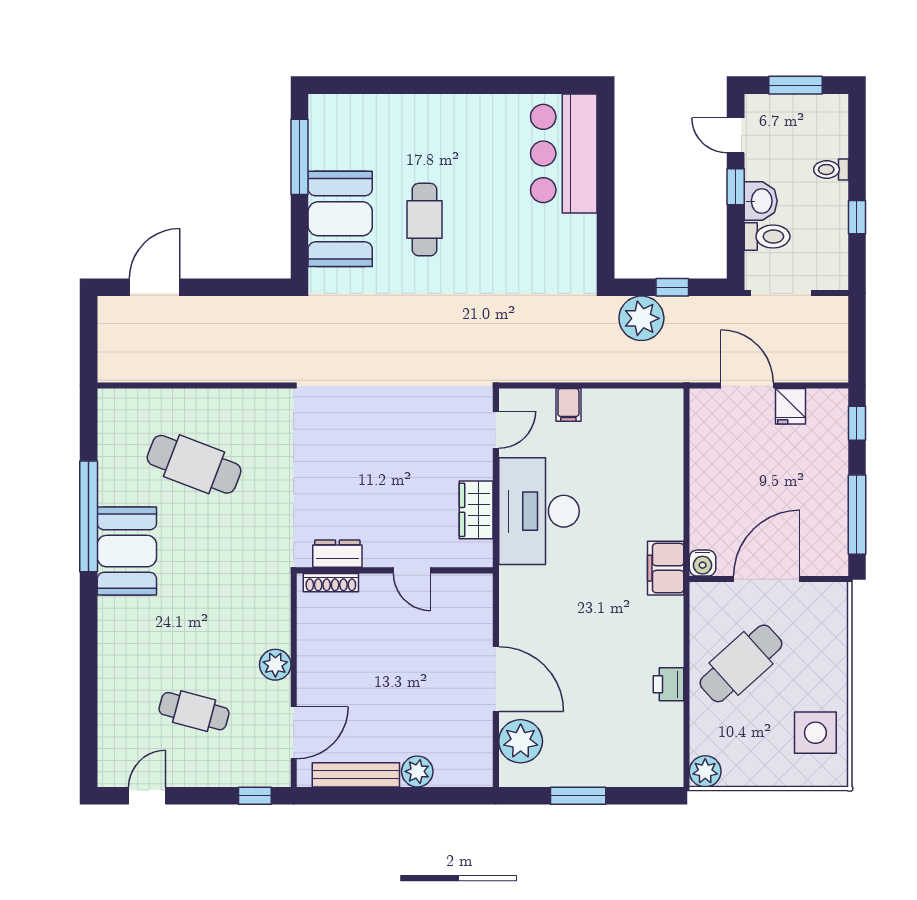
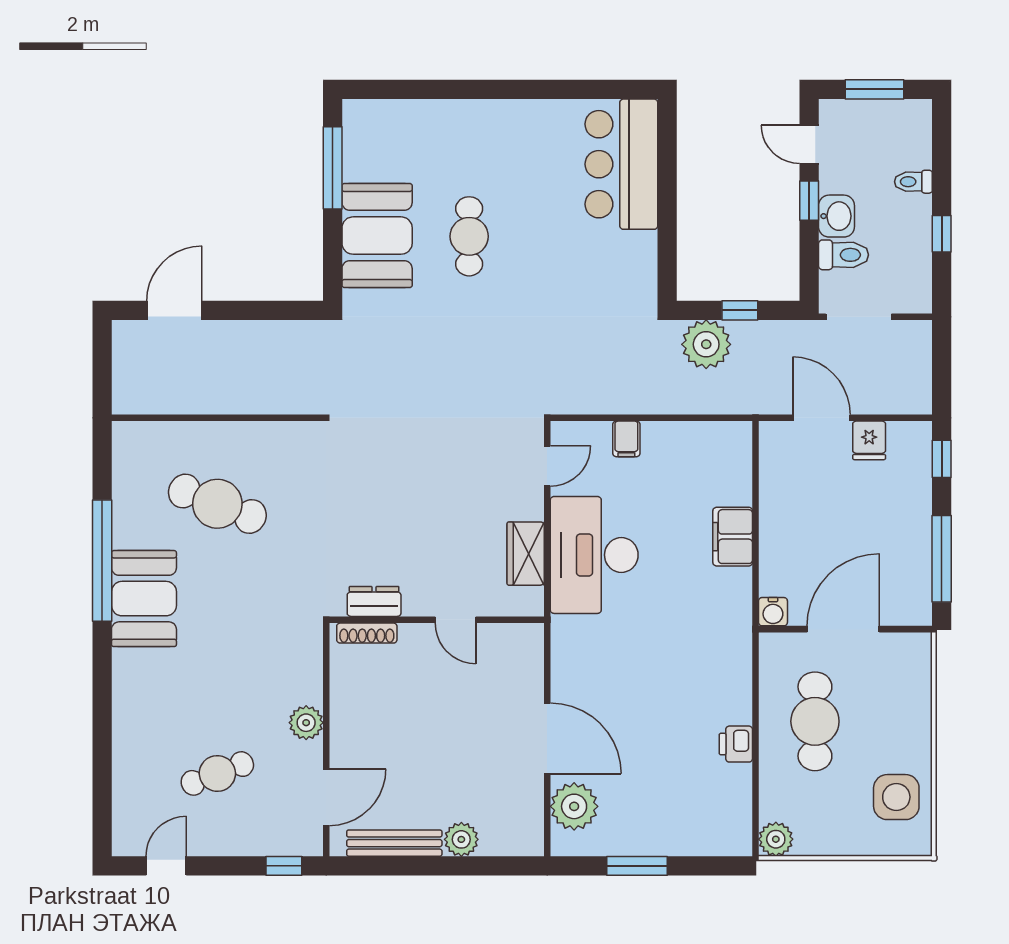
filing cabinet: (666, 568) -> (733, 537), moved
cafe table: (741, 663) -> (815, 721), turned -48
cafe table: (194, 711) -> (217, 773), turned -36

